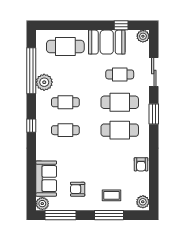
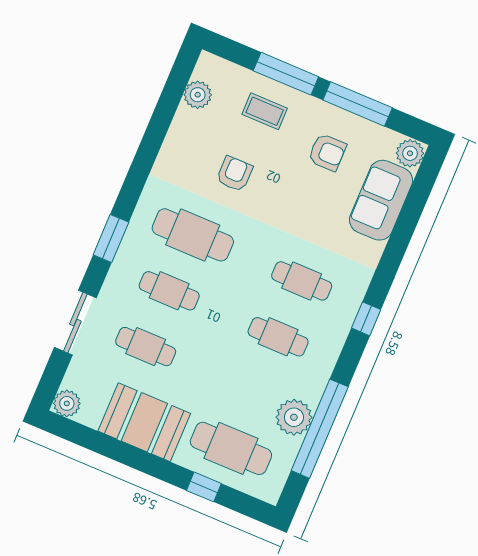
window: (121, 25) -> (204, 487), moved
plant: (44, 82) -> (294, 417), moved
cafe table: (120, 102) -> (169, 291), width x0.73, depth x0.74
armchair: (141, 164) -> (234, 174), moved
plant: (143, 202) -> (198, 95), moved
window: (60, 215) -> (358, 104), moved

